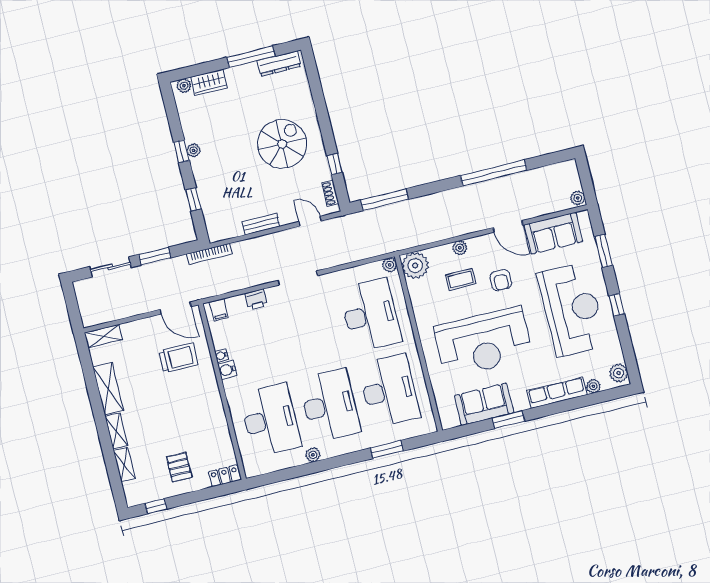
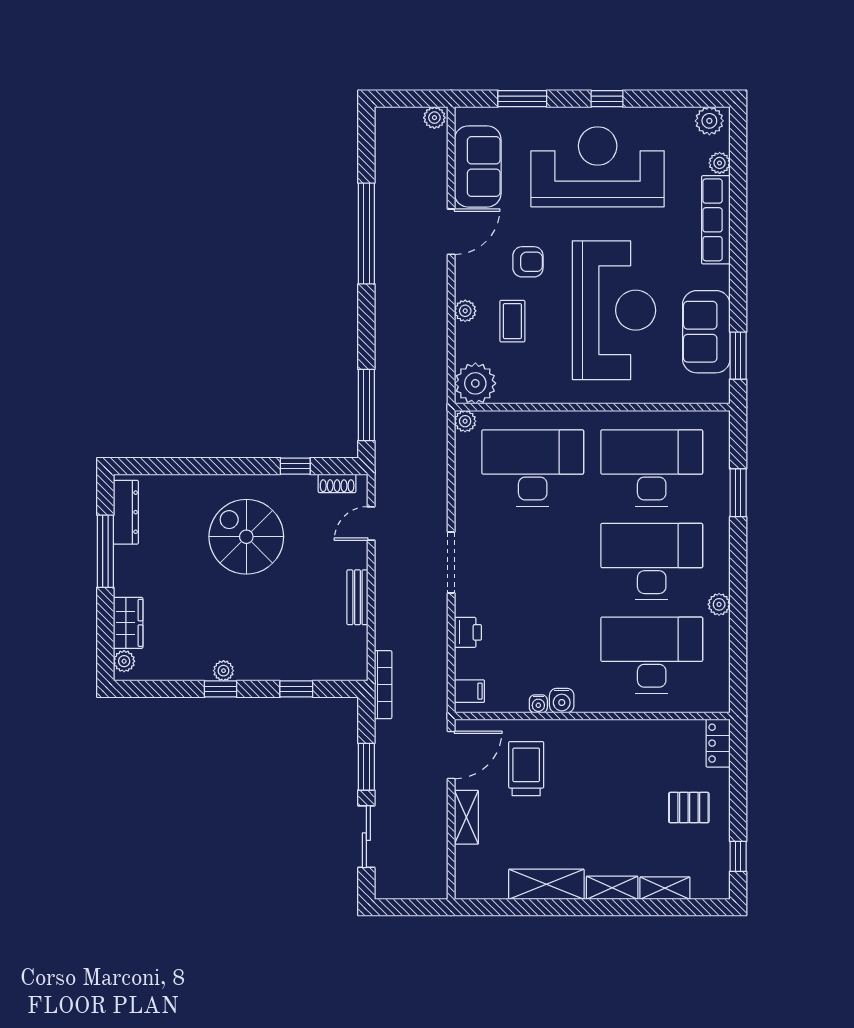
shelving: (103, 336) -> (466, 817), moved
window: (508, 420) -> (738, 356), moved

